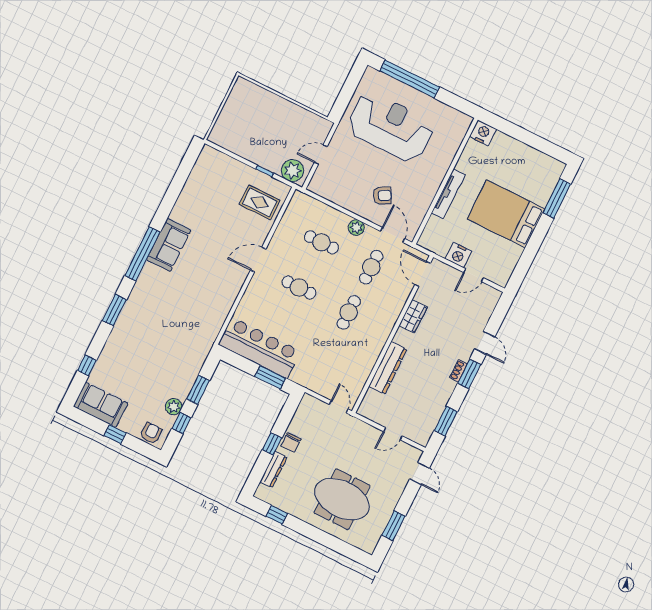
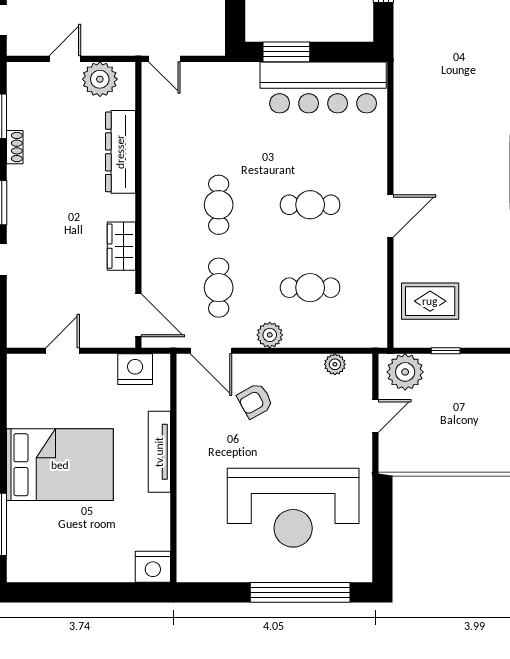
plant: (329, 194) -> (335, 364), added
nightstand: (458, 255) -> (135, 369), moved
shoe rack: (458, 371) -> (15, 147), moved
plant: (379, 413) -> (100, 79), added

